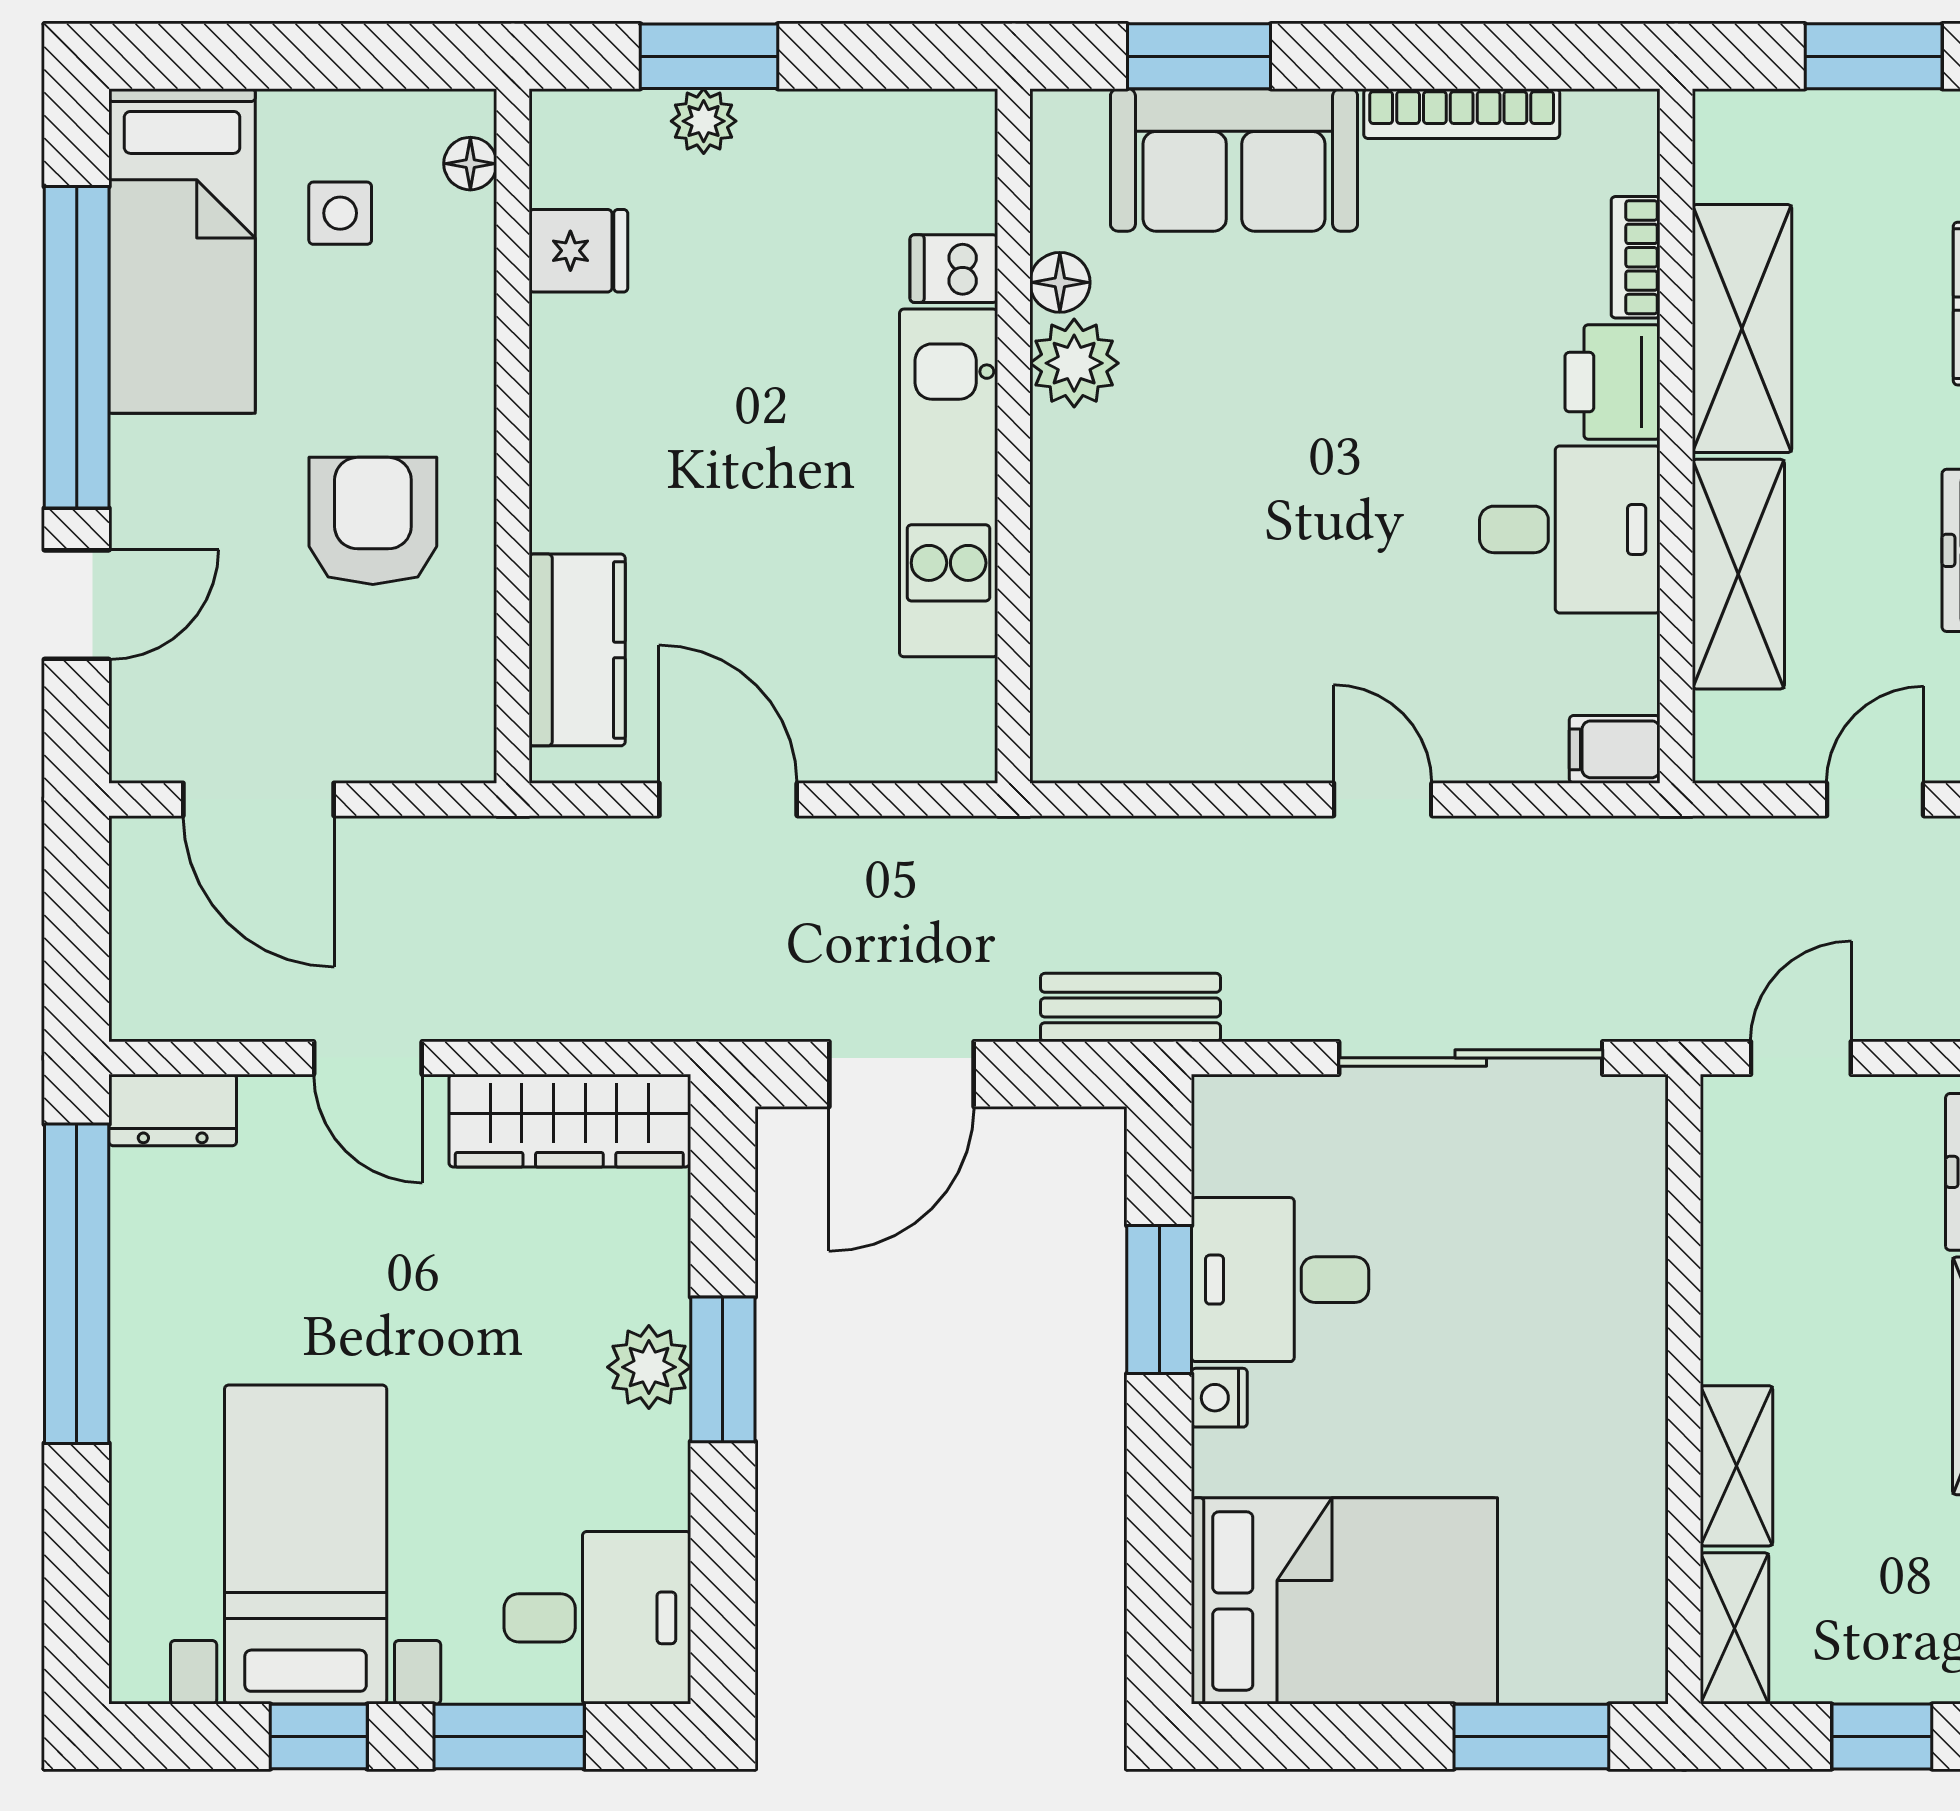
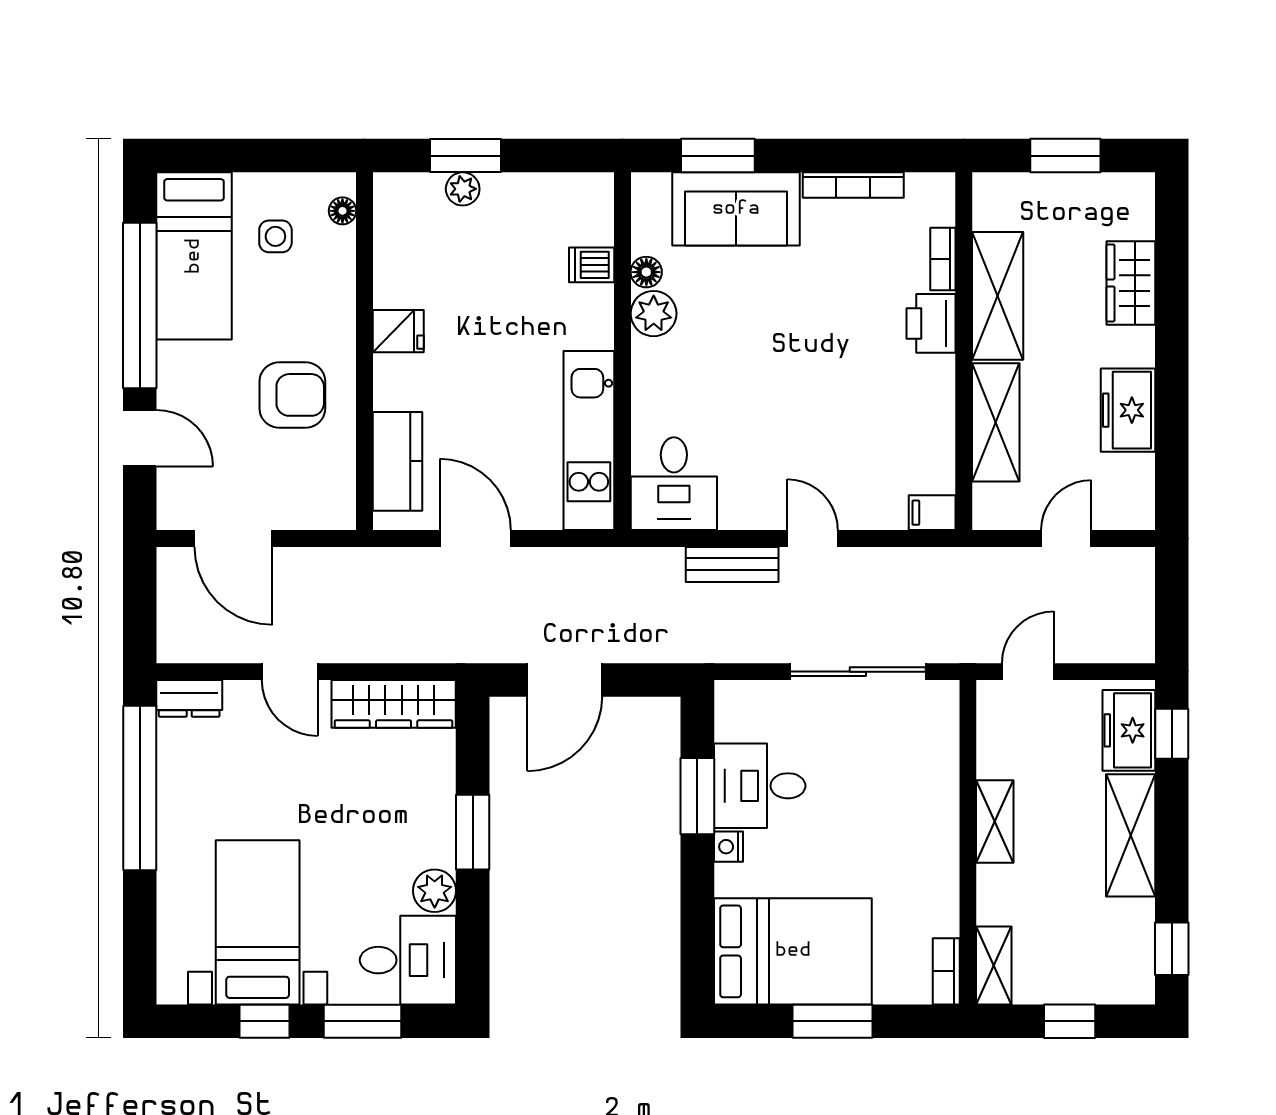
fridge: (578, 251) -> (398, 331), moved
kitchen unit: (949, 483) -> (589, 441), moved
armchair: (373, 521) -> (292, 395), turned 90
desk: (1570, 529) -> (674, 484), moved, turned 90
door: (77, 605) -> (140, 438), hinge flipped
bench: (1130, 1008) -> (732, 564), moved
plant: (649, 1367) -> (435, 891), moved
shelving: (1737, 1466) -> (995, 822), moved
bookcase: (1642, 1640) -> (946, 971), added
window: (1531, 1737) -> (833, 1021), moved

